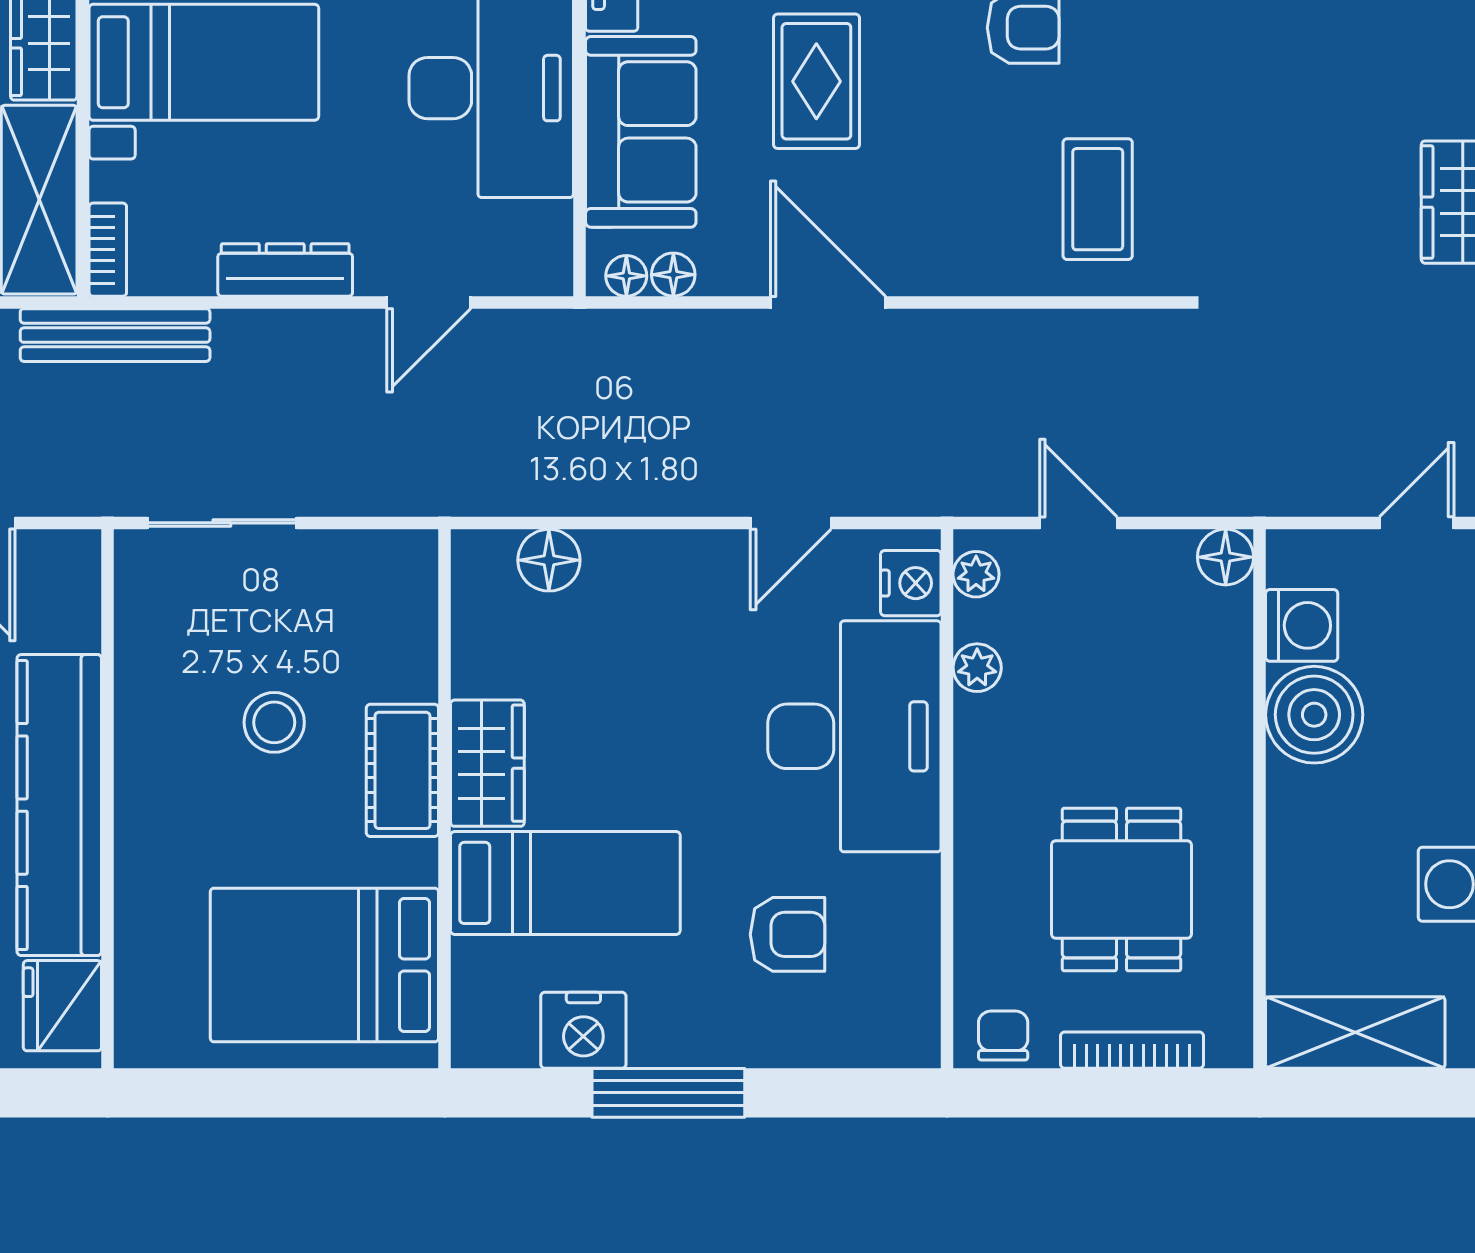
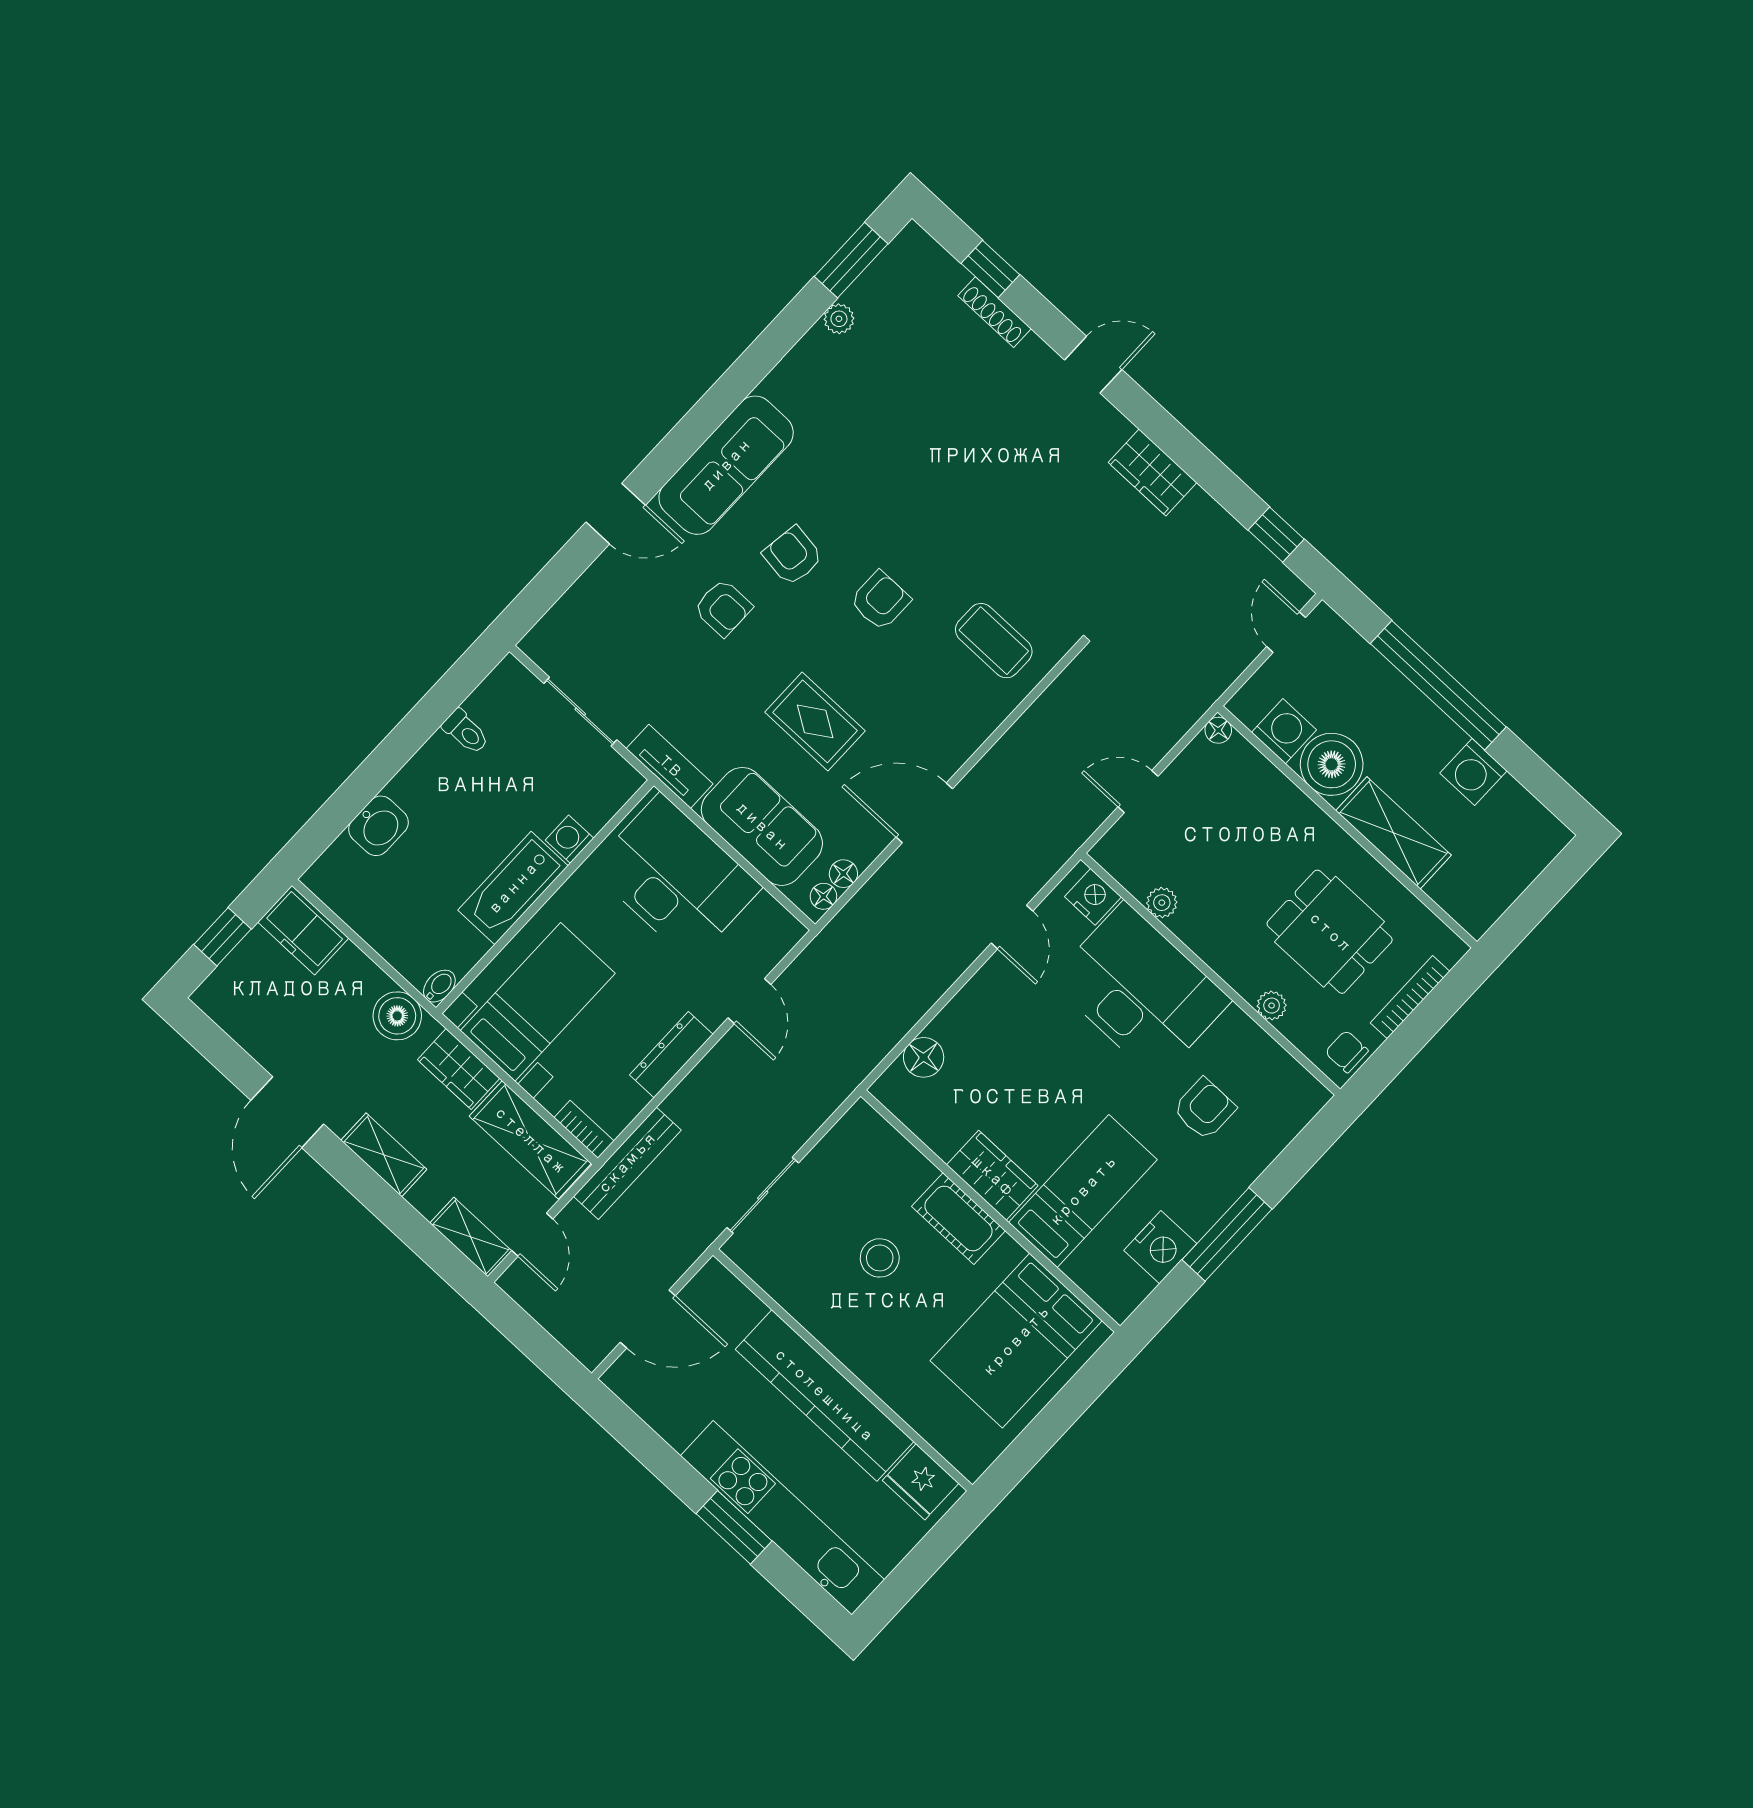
floor lamp: (1226, 557) -> (1218, 730), width x0.73, depth x0.73
plant: (976, 574) -> (1272, 1006), moved
shelving: (1355, 1033) -> (1393, 833), moved, turned 90

